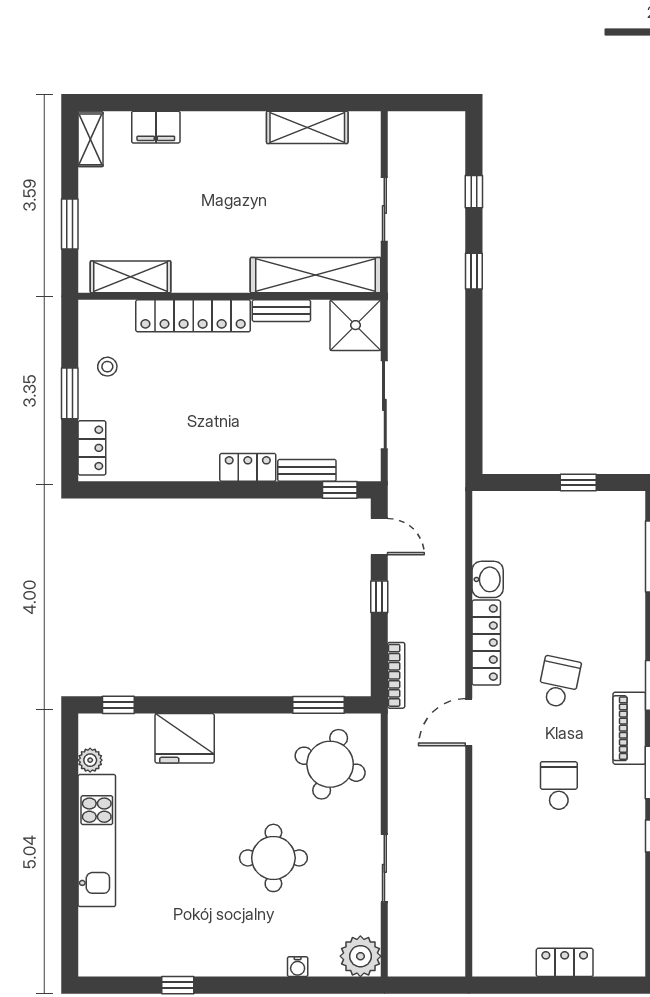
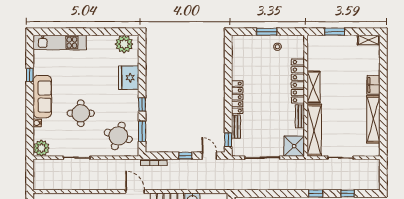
filing cabinet: (156, 127) -> (373, 85), moved
shelving: (307, 127) -> (373, 119), width x1.47
shelving: (131, 277) -> (313, 87), moved
locker: (92, 448) -> (245, 41), removed
locker: (248, 467) -> (237, 97), width x1.53
door: (379, 537) -> (209, 156), swing flipped
window: (118, 705) -> (142, 104), moved
plant: (90, 760) -> (124, 44), width x1.88, depth x1.88
kitchen unit: (97, 841) -> (60, 43), moved
sofa: (232, 954) -> (42, 97), added

